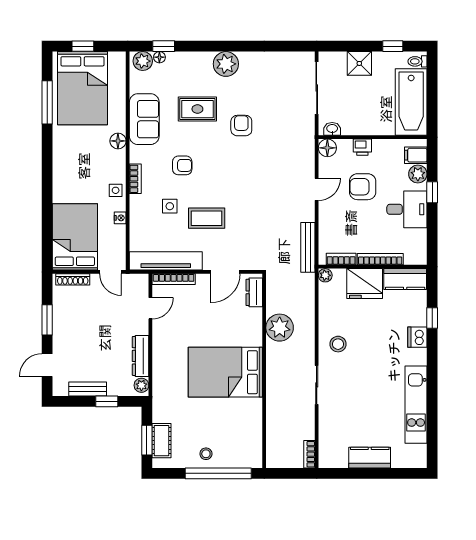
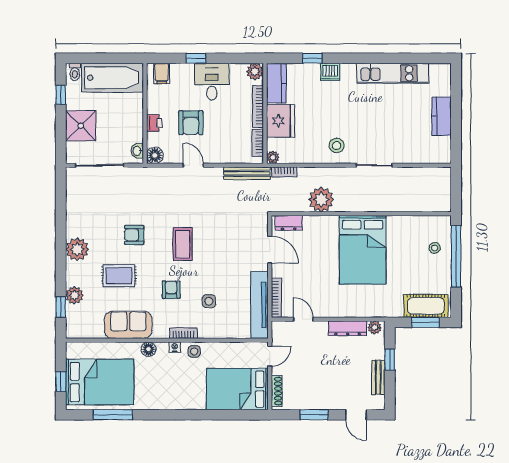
floor lamp: (159, 57) -> (71, 311), removed
plant: (143, 61) -> (74, 295), moved
shower: (359, 63) -> (81, 126), width x1.36, depth x1.36
rug: (197, 109) -> (119, 276), turned 90
plant: (418, 174) -> (255, 72), moved
nightstand: (120, 218) -> (175, 347), moved
coffee table: (207, 218) -> (183, 244), moved
cot: (162, 441) -> (426, 306), width x1.37, depth x1.34
stool: (206, 454) -> (435, 248), moved
bookcase: (309, 454) -> (284, 172), moved

